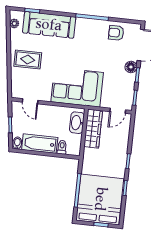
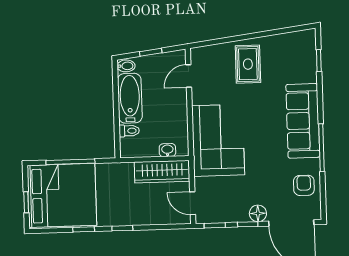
plant: (14, 23) -> (297, 38), removed
sofa: (49, 25) -> (303, 121), moved
washbasin: (77, 123) -> (167, 150), width x0.52, depth x0.69

